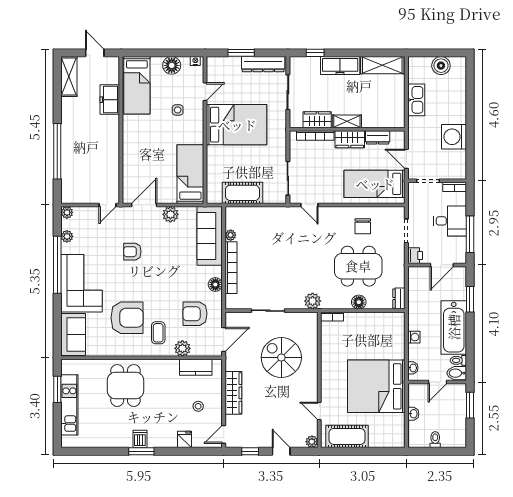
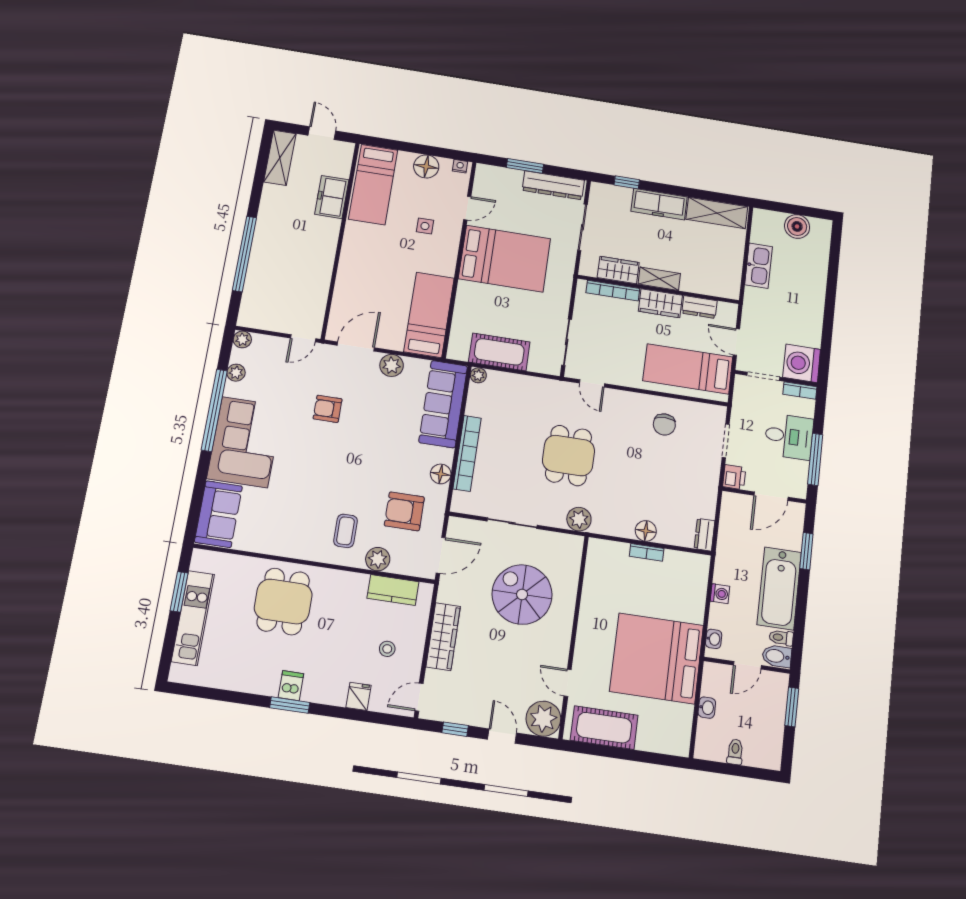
washing machine: (454, 137) -> (802, 363), moved
plant: (231, 235) -> (478, 375), moved
dining table: (358, 266) -> (569, 456), moved, width x0.73
bookcase: (332, 317) -> (647, 552), moved
armchair: (127, 318) -> (303, 502), removed
plant: (312, 442) -> (543, 719), width x1.88, depth x1.88

